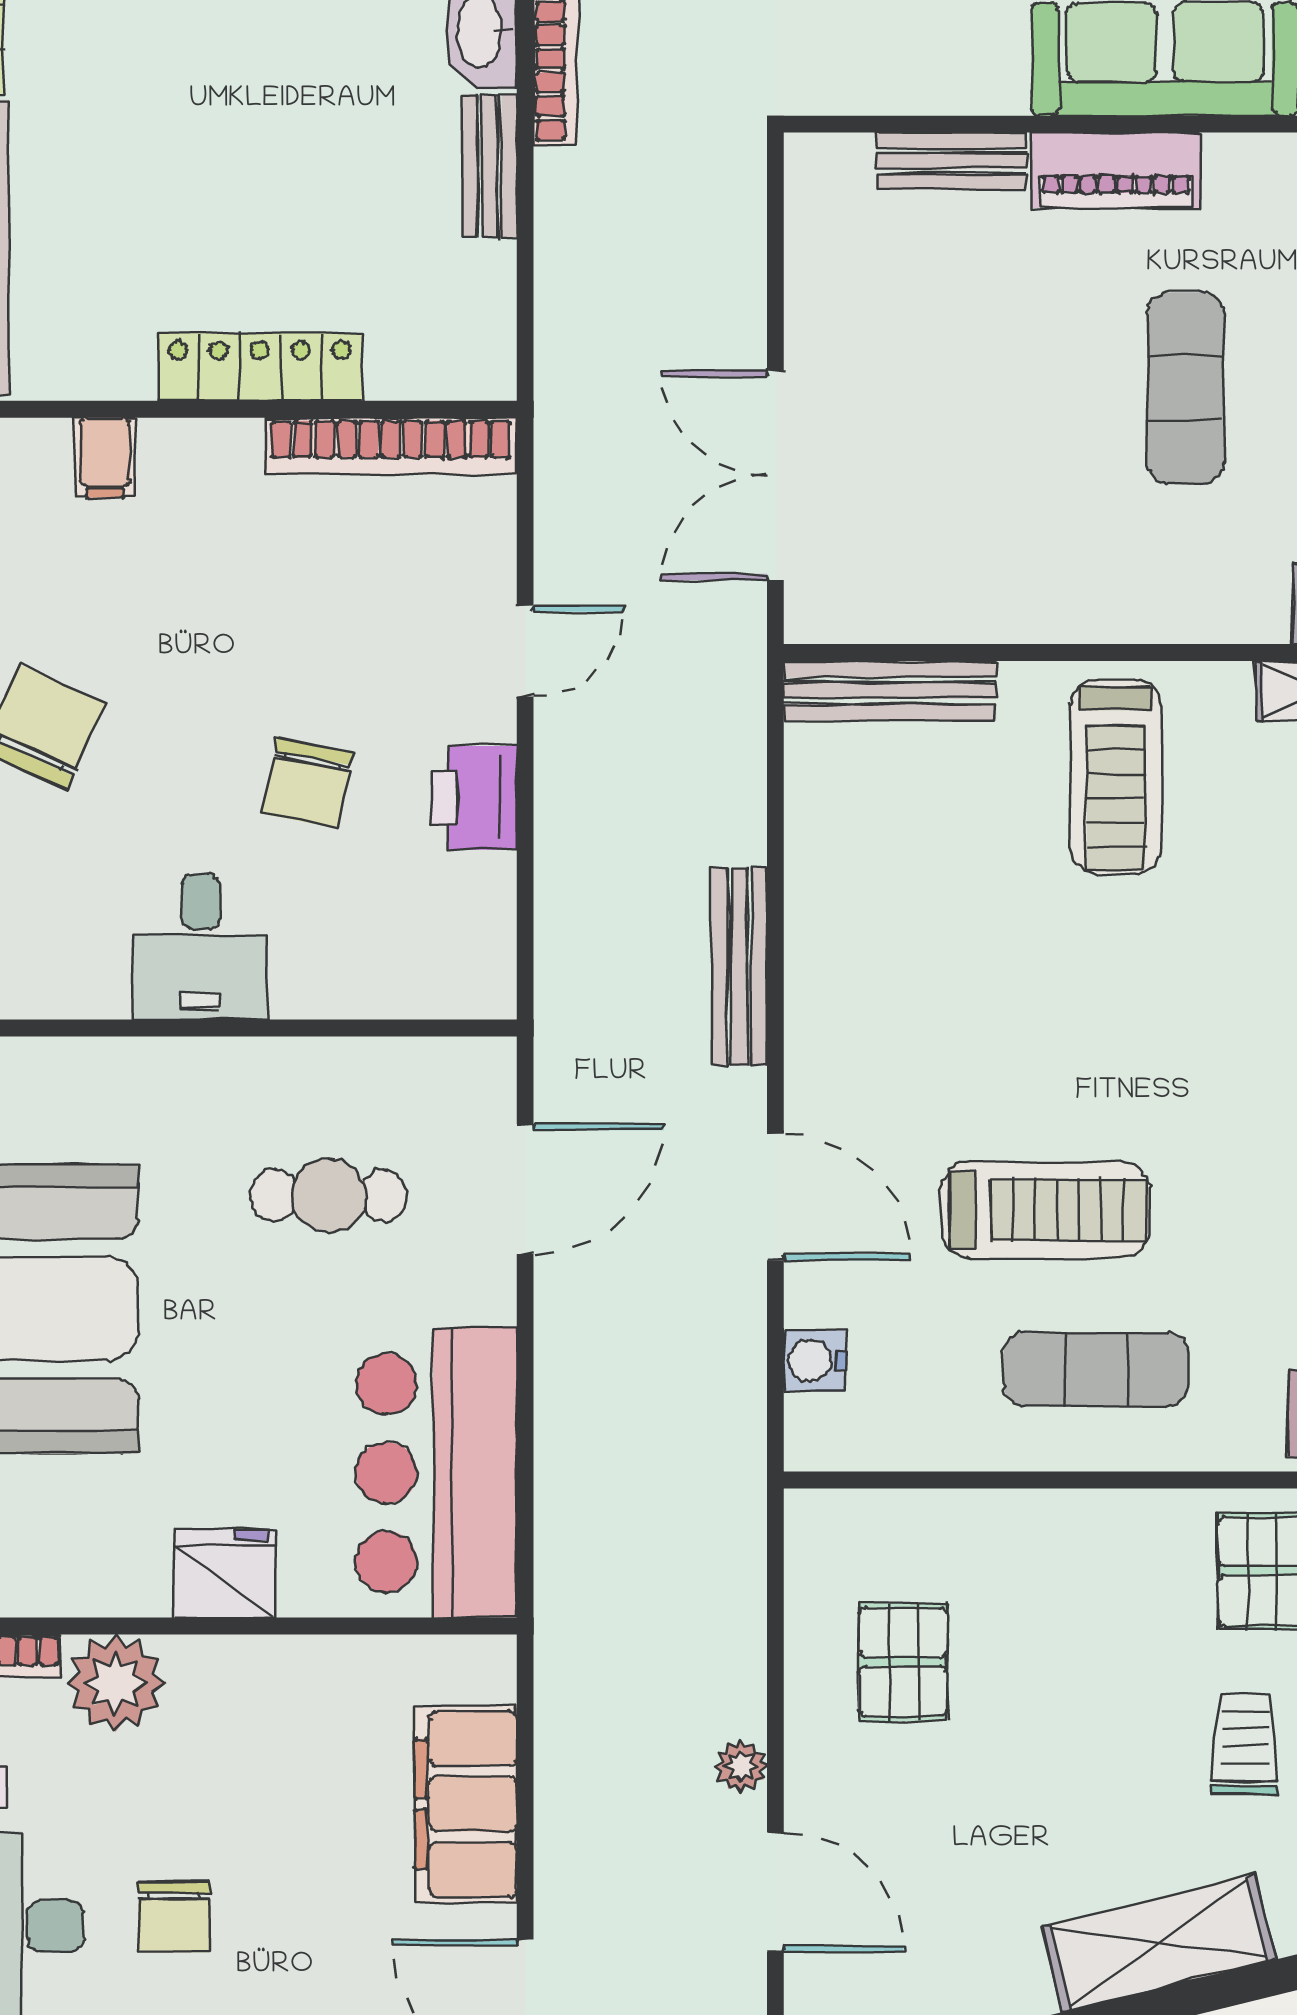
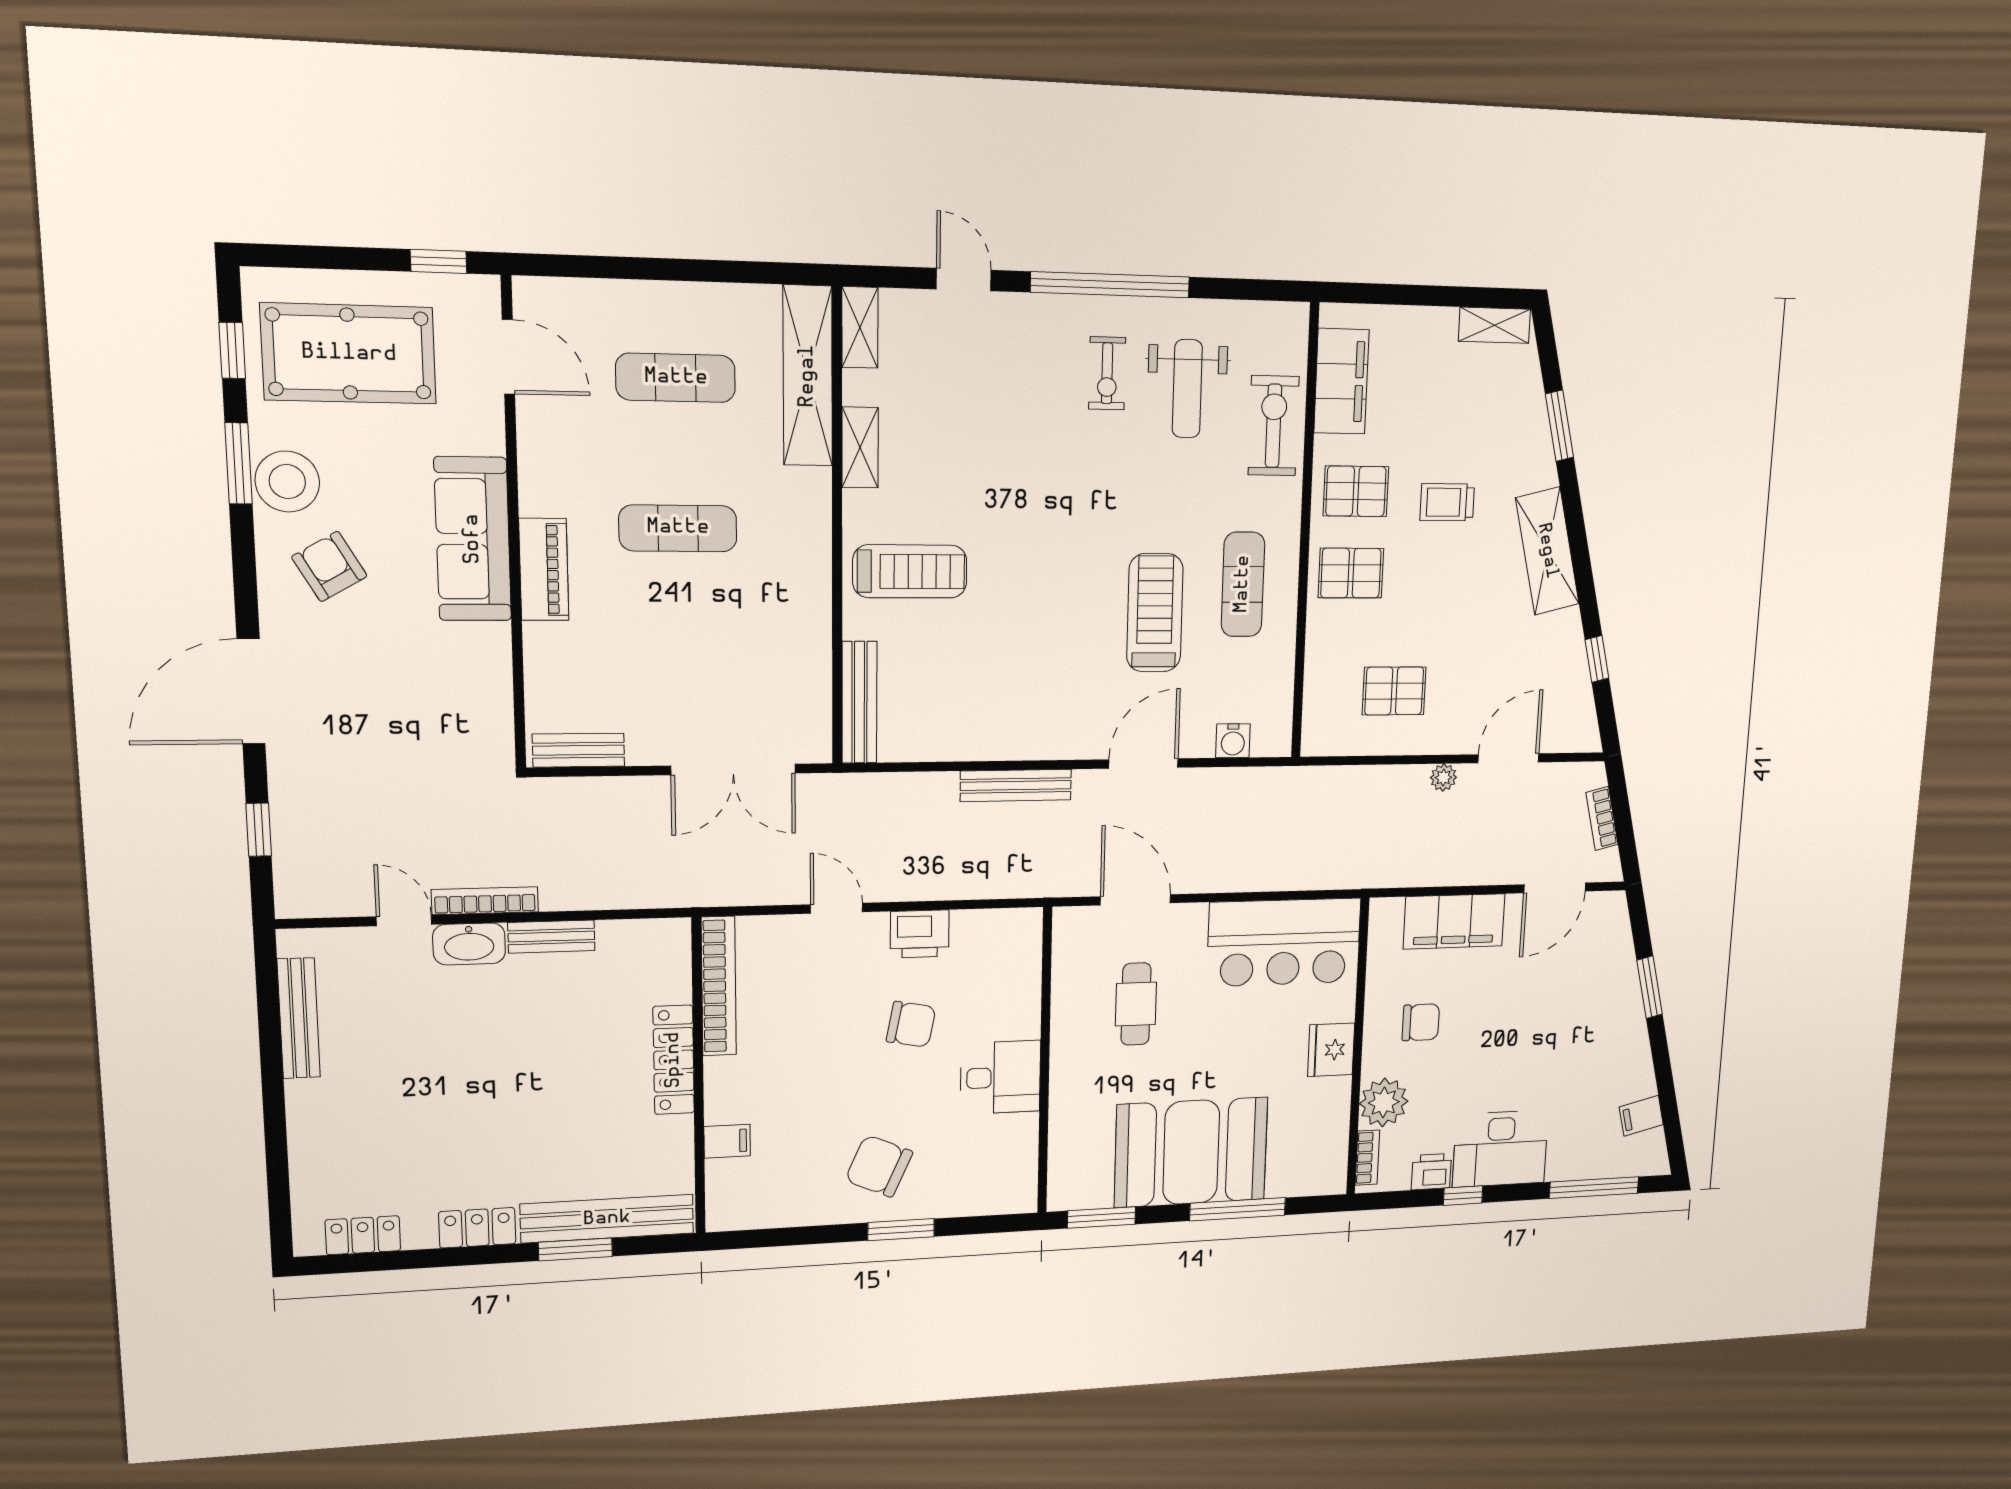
bench: (951, 161) -> (579, 750), moved, turned 90
pallet: (1117, 1569) -> (1351, 573), added
chair: (174, 1917) -> (1421, 1022), moved

